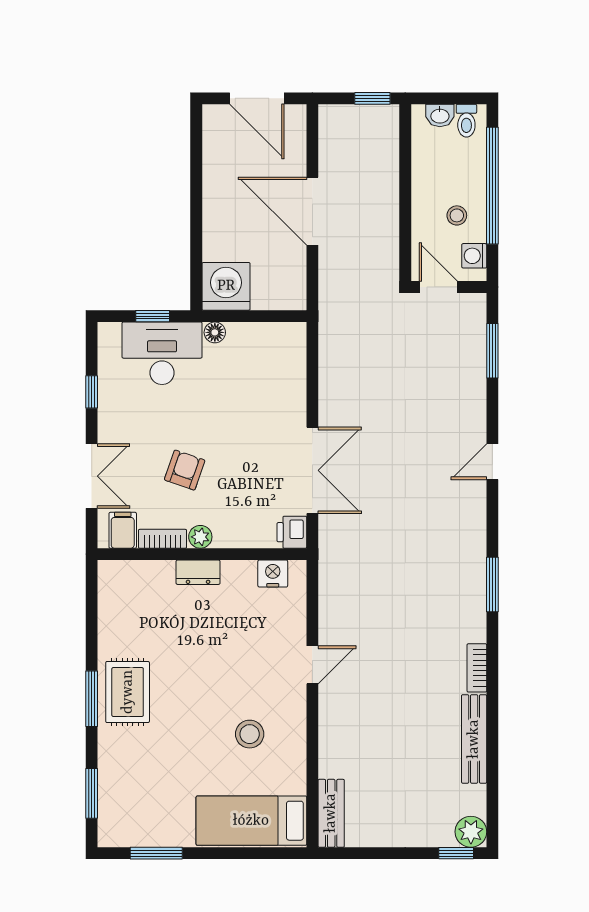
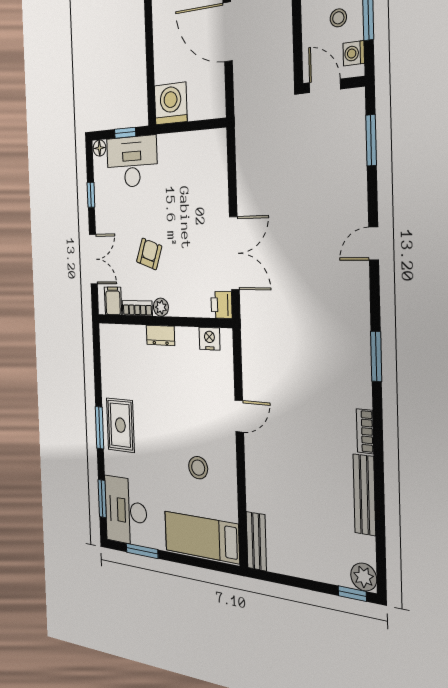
floor lamp: (215, 332) -> (99, 148), moved
desk: (131, 804) -> (126, 511), added

